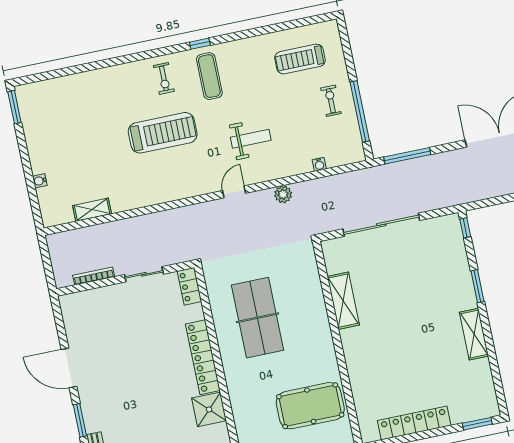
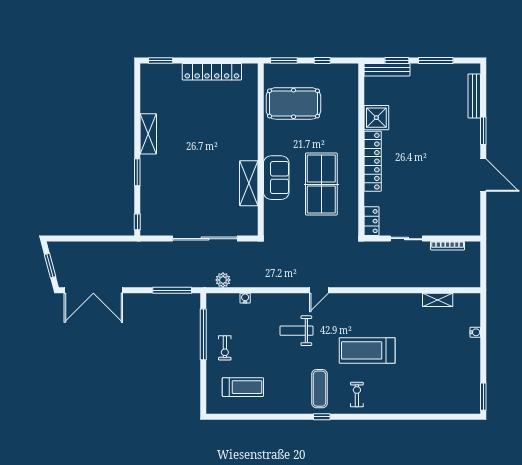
plant: (283, 194) -> (223, 280), moved
sofa: (312, 314) -> (276, 178), added

